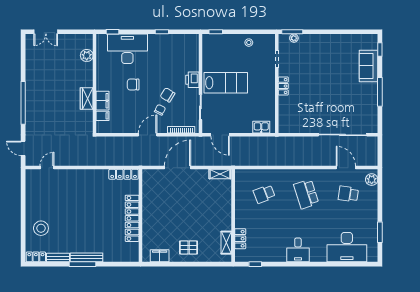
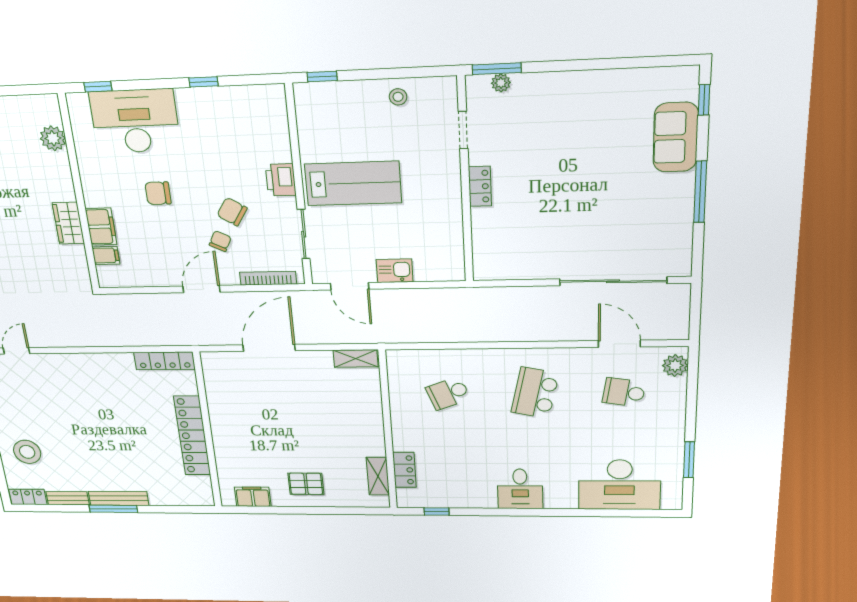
kitchen sink: (261, 127) -> (395, 271), moved
school desk: (306, 194) -> (535, 393), turned 30

